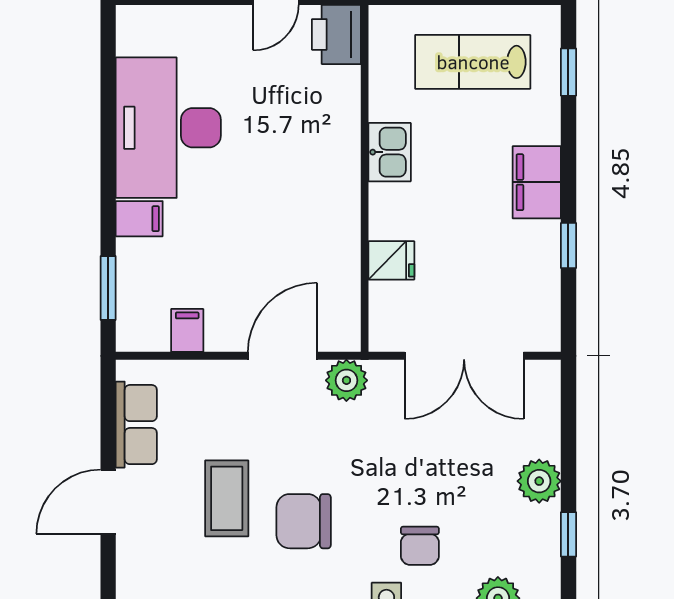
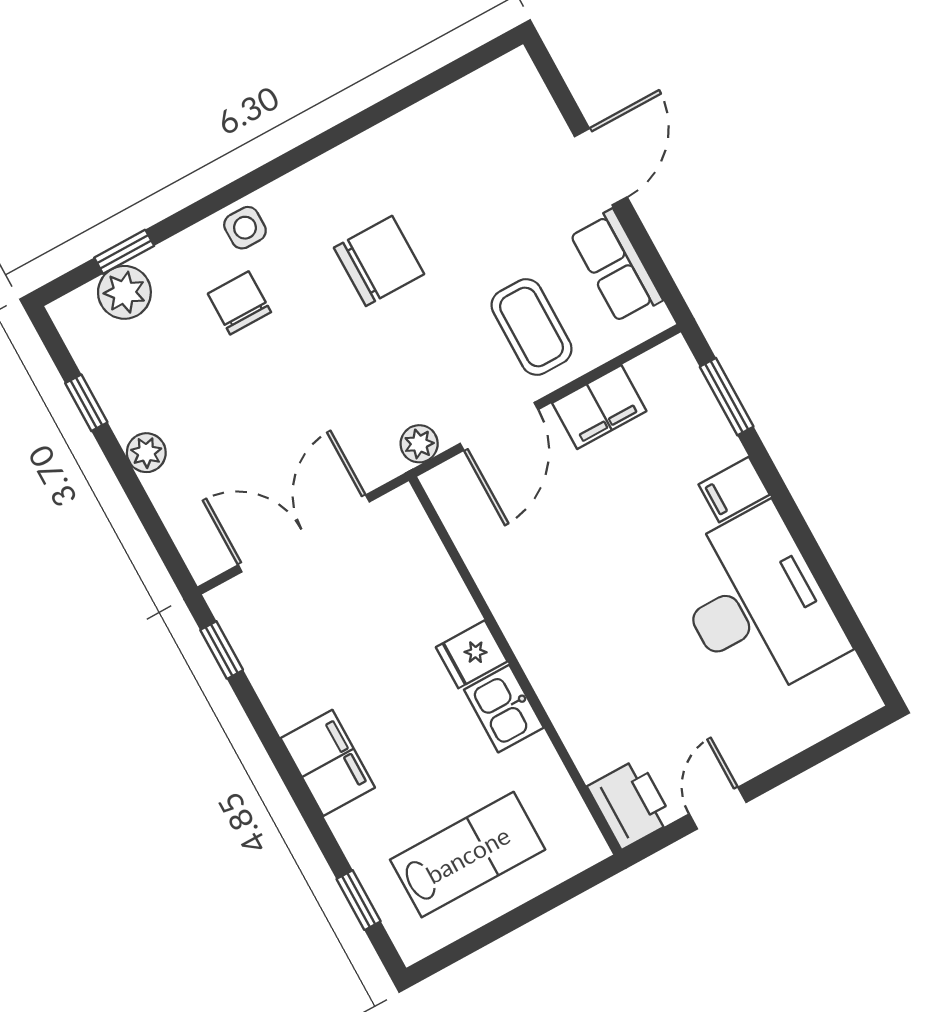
window: (568, 246) -> (222, 650), moved
fridge: (391, 260) -> (472, 654), moved
filing cabinet: (187, 330) -> (599, 407), width x2.00
plant: (346, 380) -> (419, 444), width x0.73, depth x0.73
plant: (539, 481) -> (146, 453), width x0.73, depth x0.73
coffee table: (227, 498) -> (532, 327), moved

